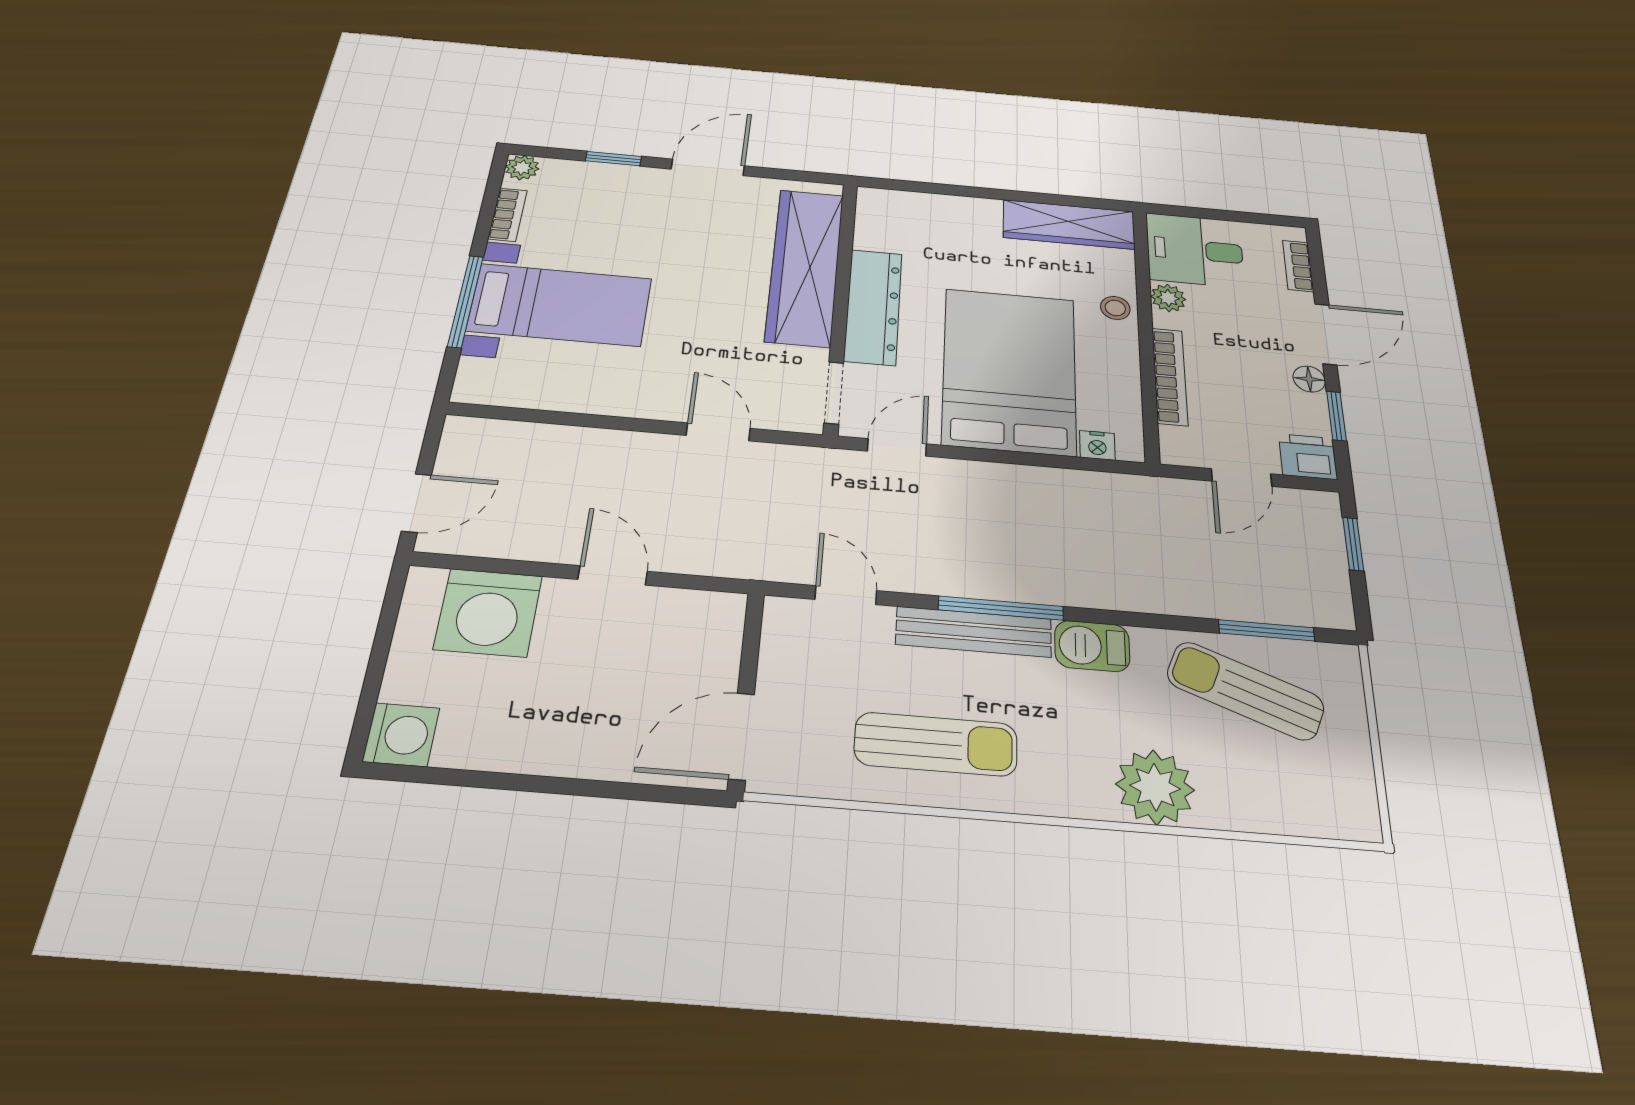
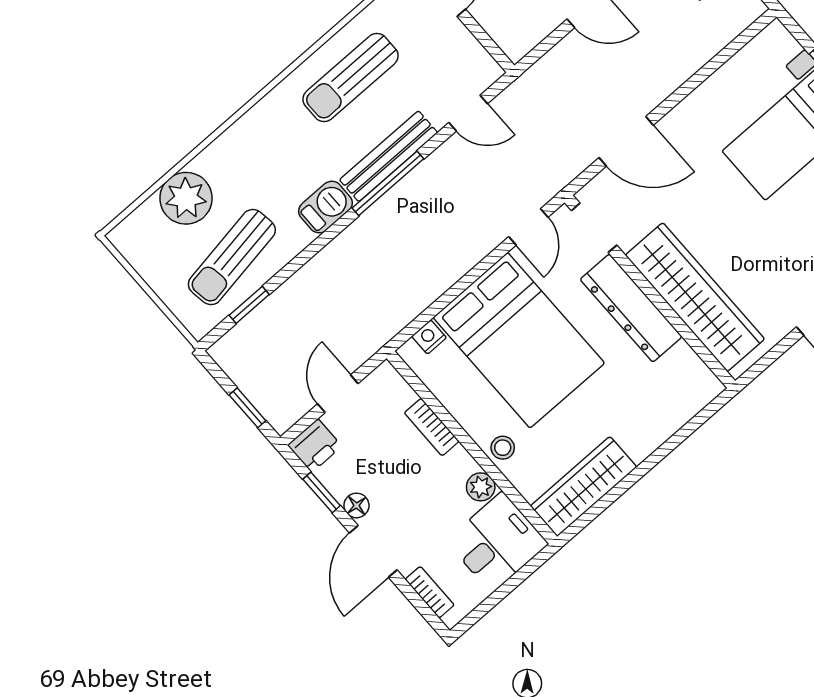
bookcase: (1170, 376) -> (432, 427), width x0.64
door: (718, 432) -> (626, 141), width x1.38
window: (1267, 630) -> (249, 305), width x0.67
sun lounger: (1245, 691) -> (232, 257), turned 150
plant: (1155, 787) -> (186, 198), moved

